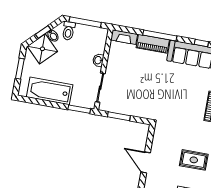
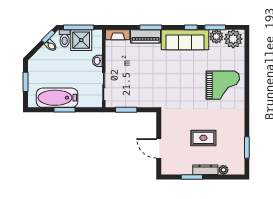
window: (43, 32) -> (48, 37), moved
window: (160, 36) -> (151, 27), width x0.69
shower: (42, 49) -> (81, 40), moved, turned 45
window: (79, 109) -> (64, 110), moved

